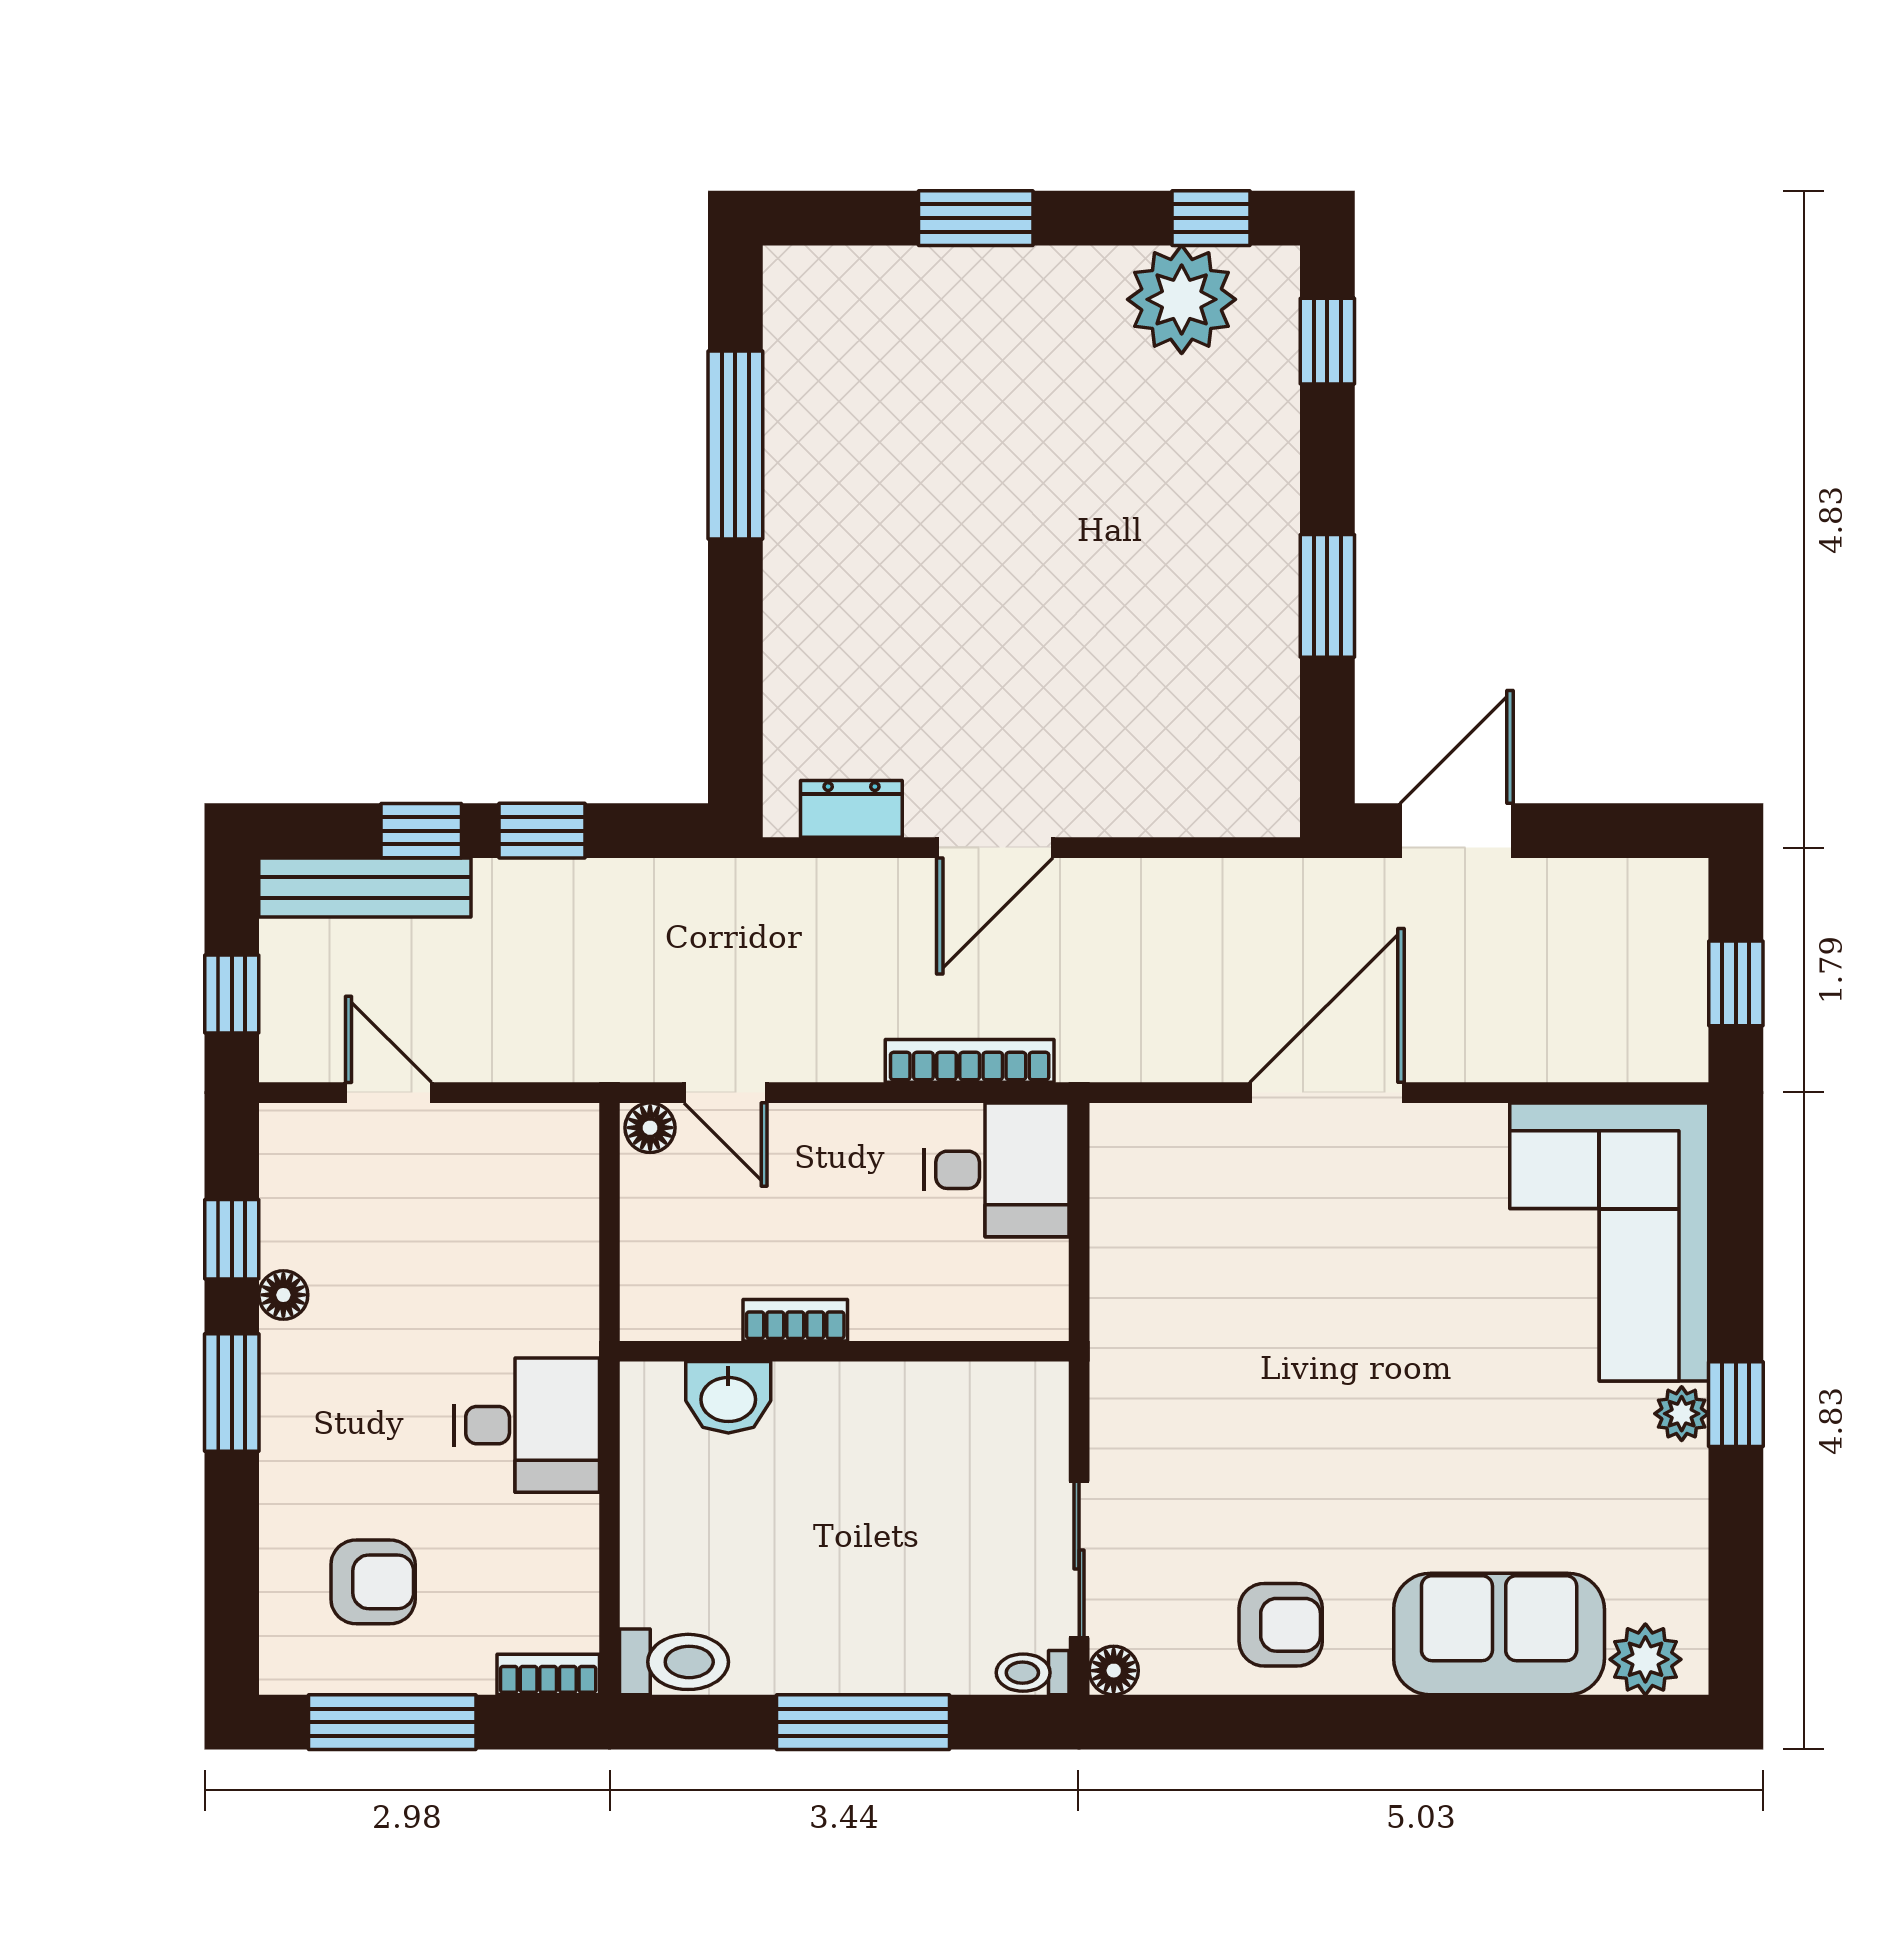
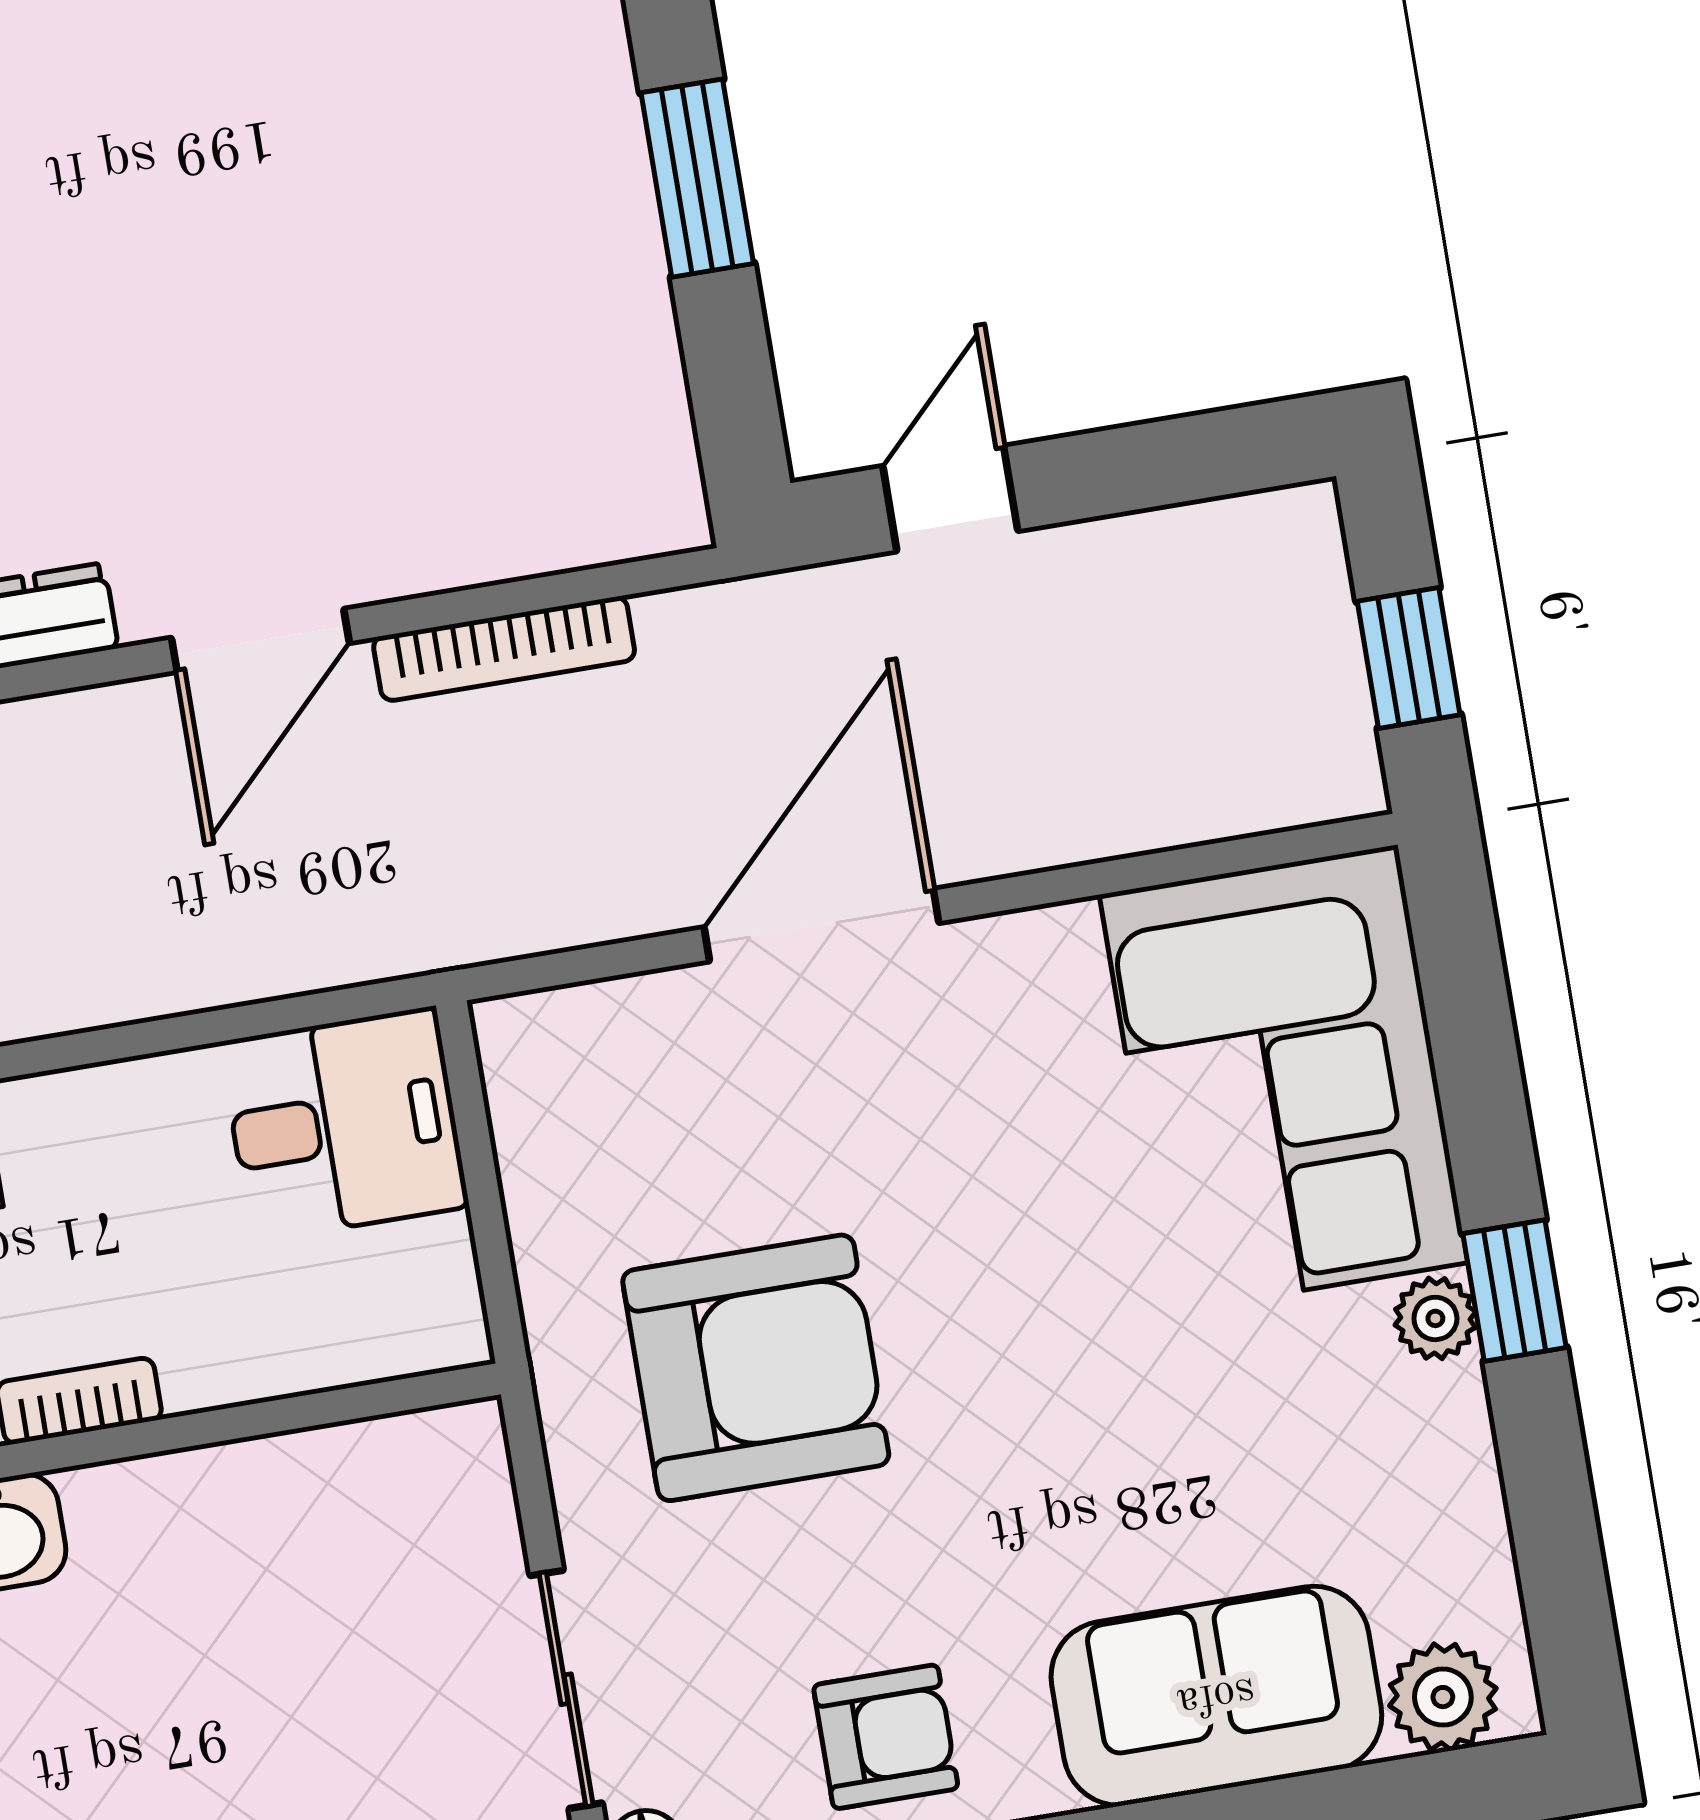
door: (1457, 831) -> (950, 499), width x0.73
bookcase: (970, 1061) -> (504, 649), moved, turned 180
armchair: (1237, 1372) -> (756, 1368), added

